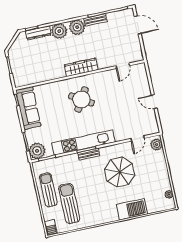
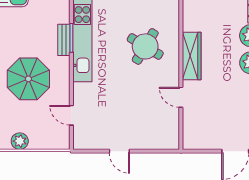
door: (123, 66) -> (181, 97), moved
door: (154, 102) -> (119, 151), swing flipped
plant: (157, 145) -> (20, 141), moved

